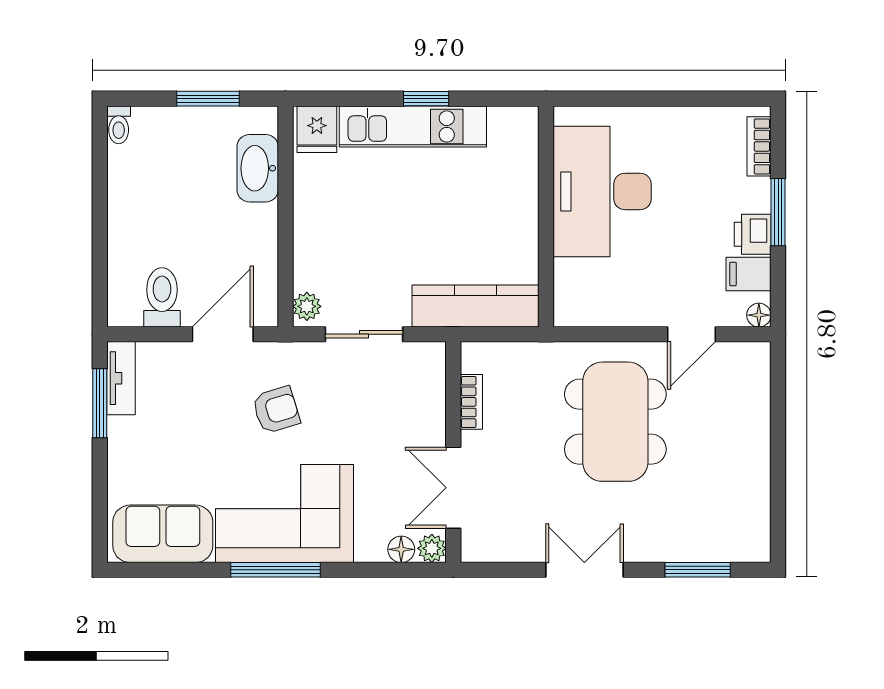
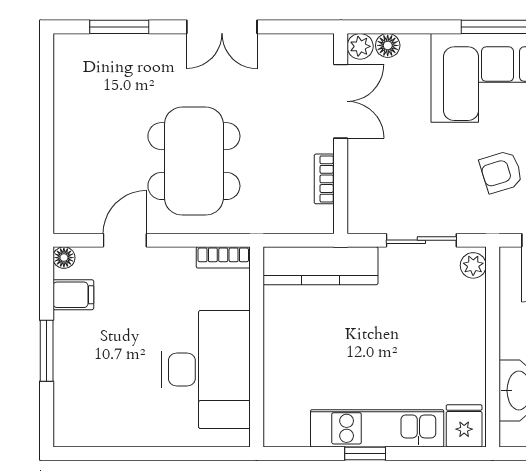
bookcase: (759, 146) -> (223, 257), moved, turned 90
printer: (753, 234) -> (70, 331), removed

